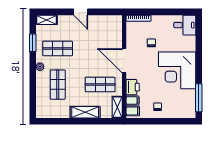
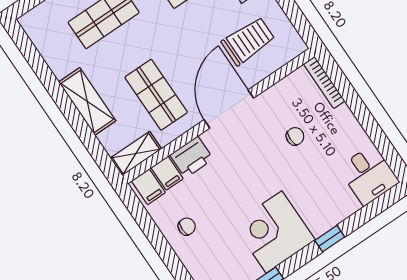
trolley: (103, 36) -> (248, 41), added
window: (199, 56) -> (330, 239), added
corner desk: (177, 70) -> (274, 232), width x0.74, depth x0.74

